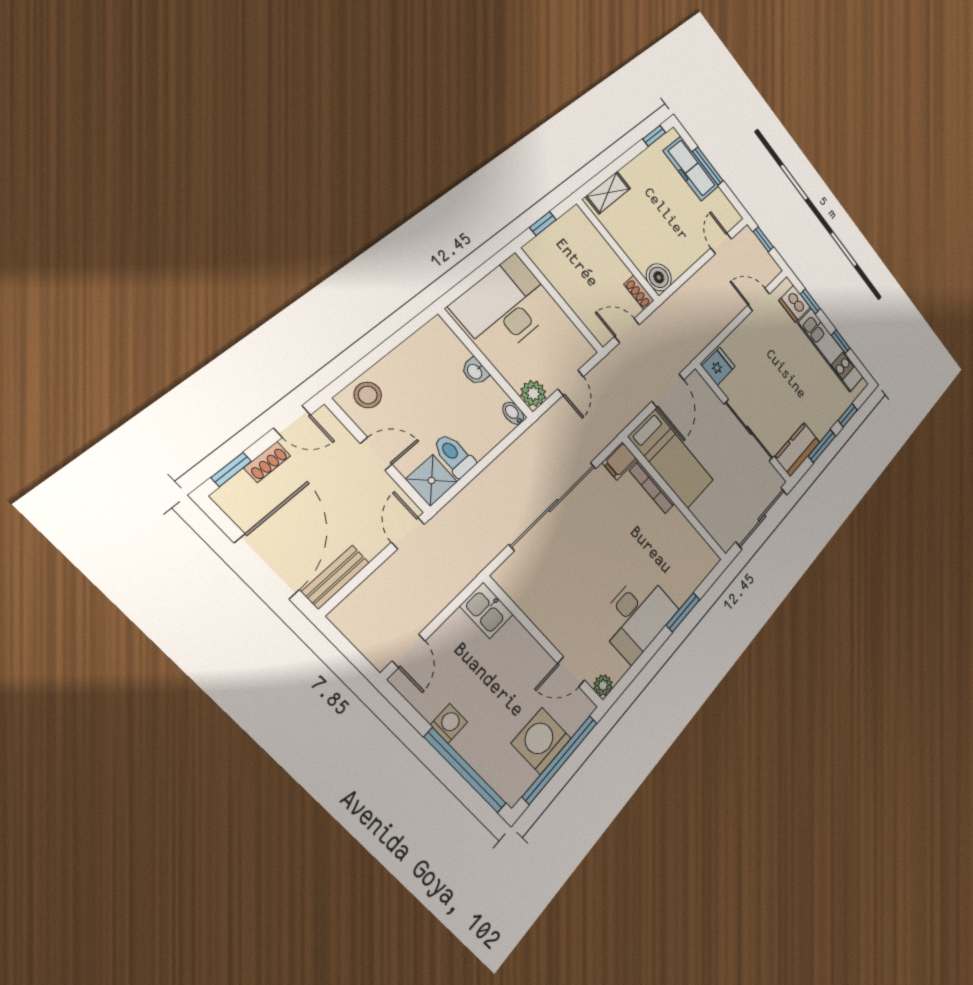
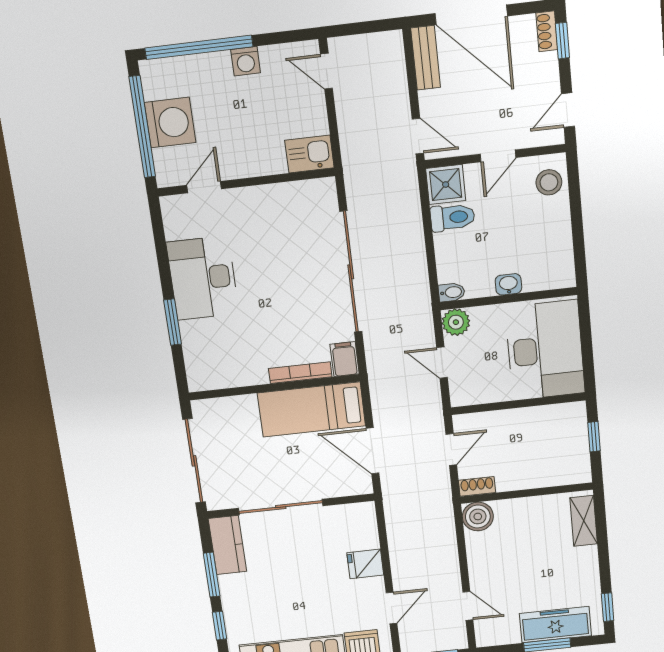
fridge: (718, 366) -> (365, 564), moved, turned 90
shoe rack: (267, 462) -> (547, 31), moved
plant: (603, 685) -> (171, 206), removed

